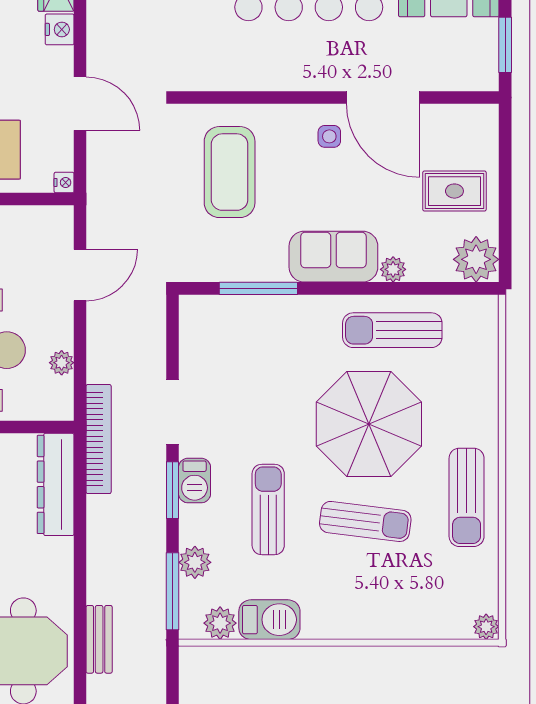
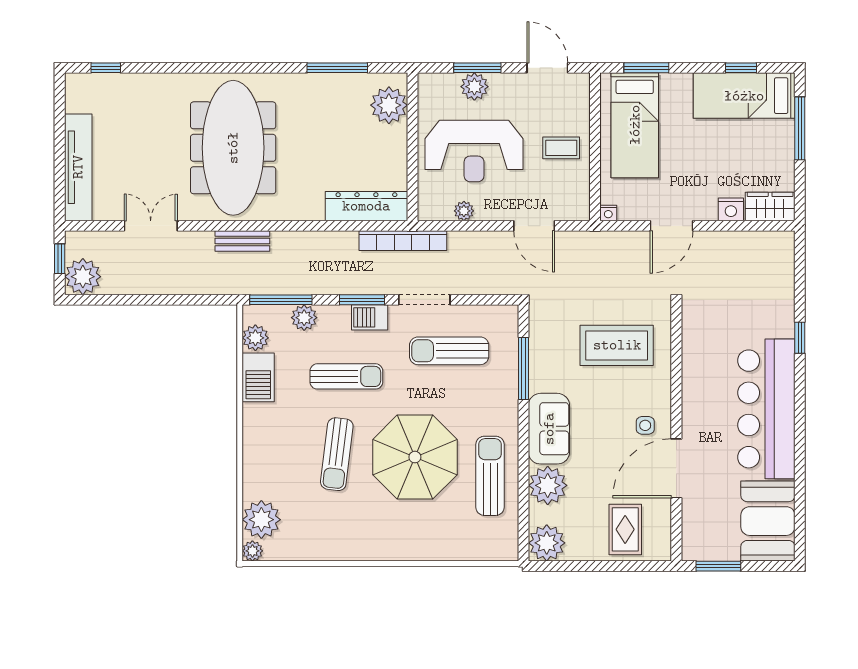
rug: (454, 191) -> (625, 529), moved
plant: (393, 269) -> (548, 485), width x1.88, depth x1.88
sun lounger: (467, 497) -> (449, 351), moved
plant: (447, 616) -> (261, 520), added

